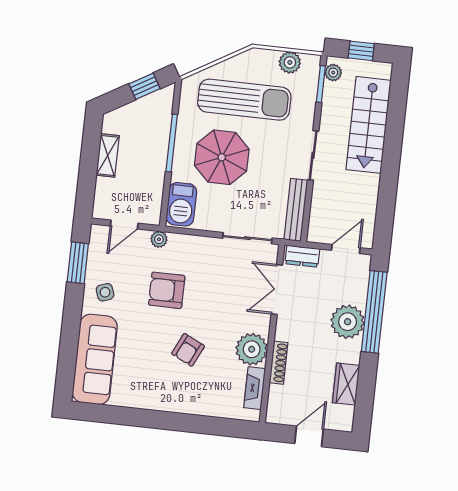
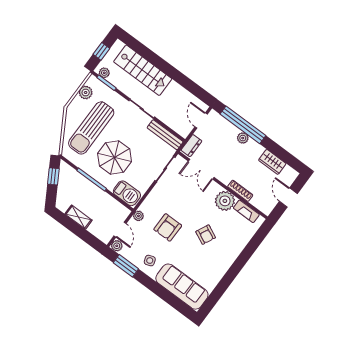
sun lounger: (244, 100) -> (91, 128), turned 180
plant: (99, 233) -> (117, 246), added
plant: (348, 322) -> (243, 138), width x0.53, depth x0.53

